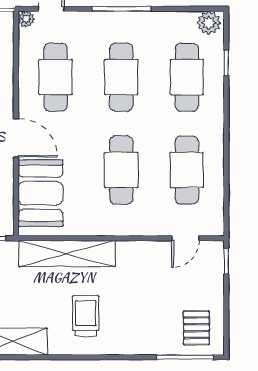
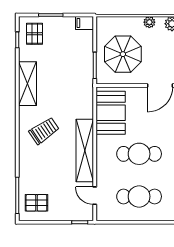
booth: (41, 193) -> (111, 113), moved, turned 90
shelving: (67, 254) -> (85, 151), moved
trolley: (86, 316) -> (44, 131), turned -34

